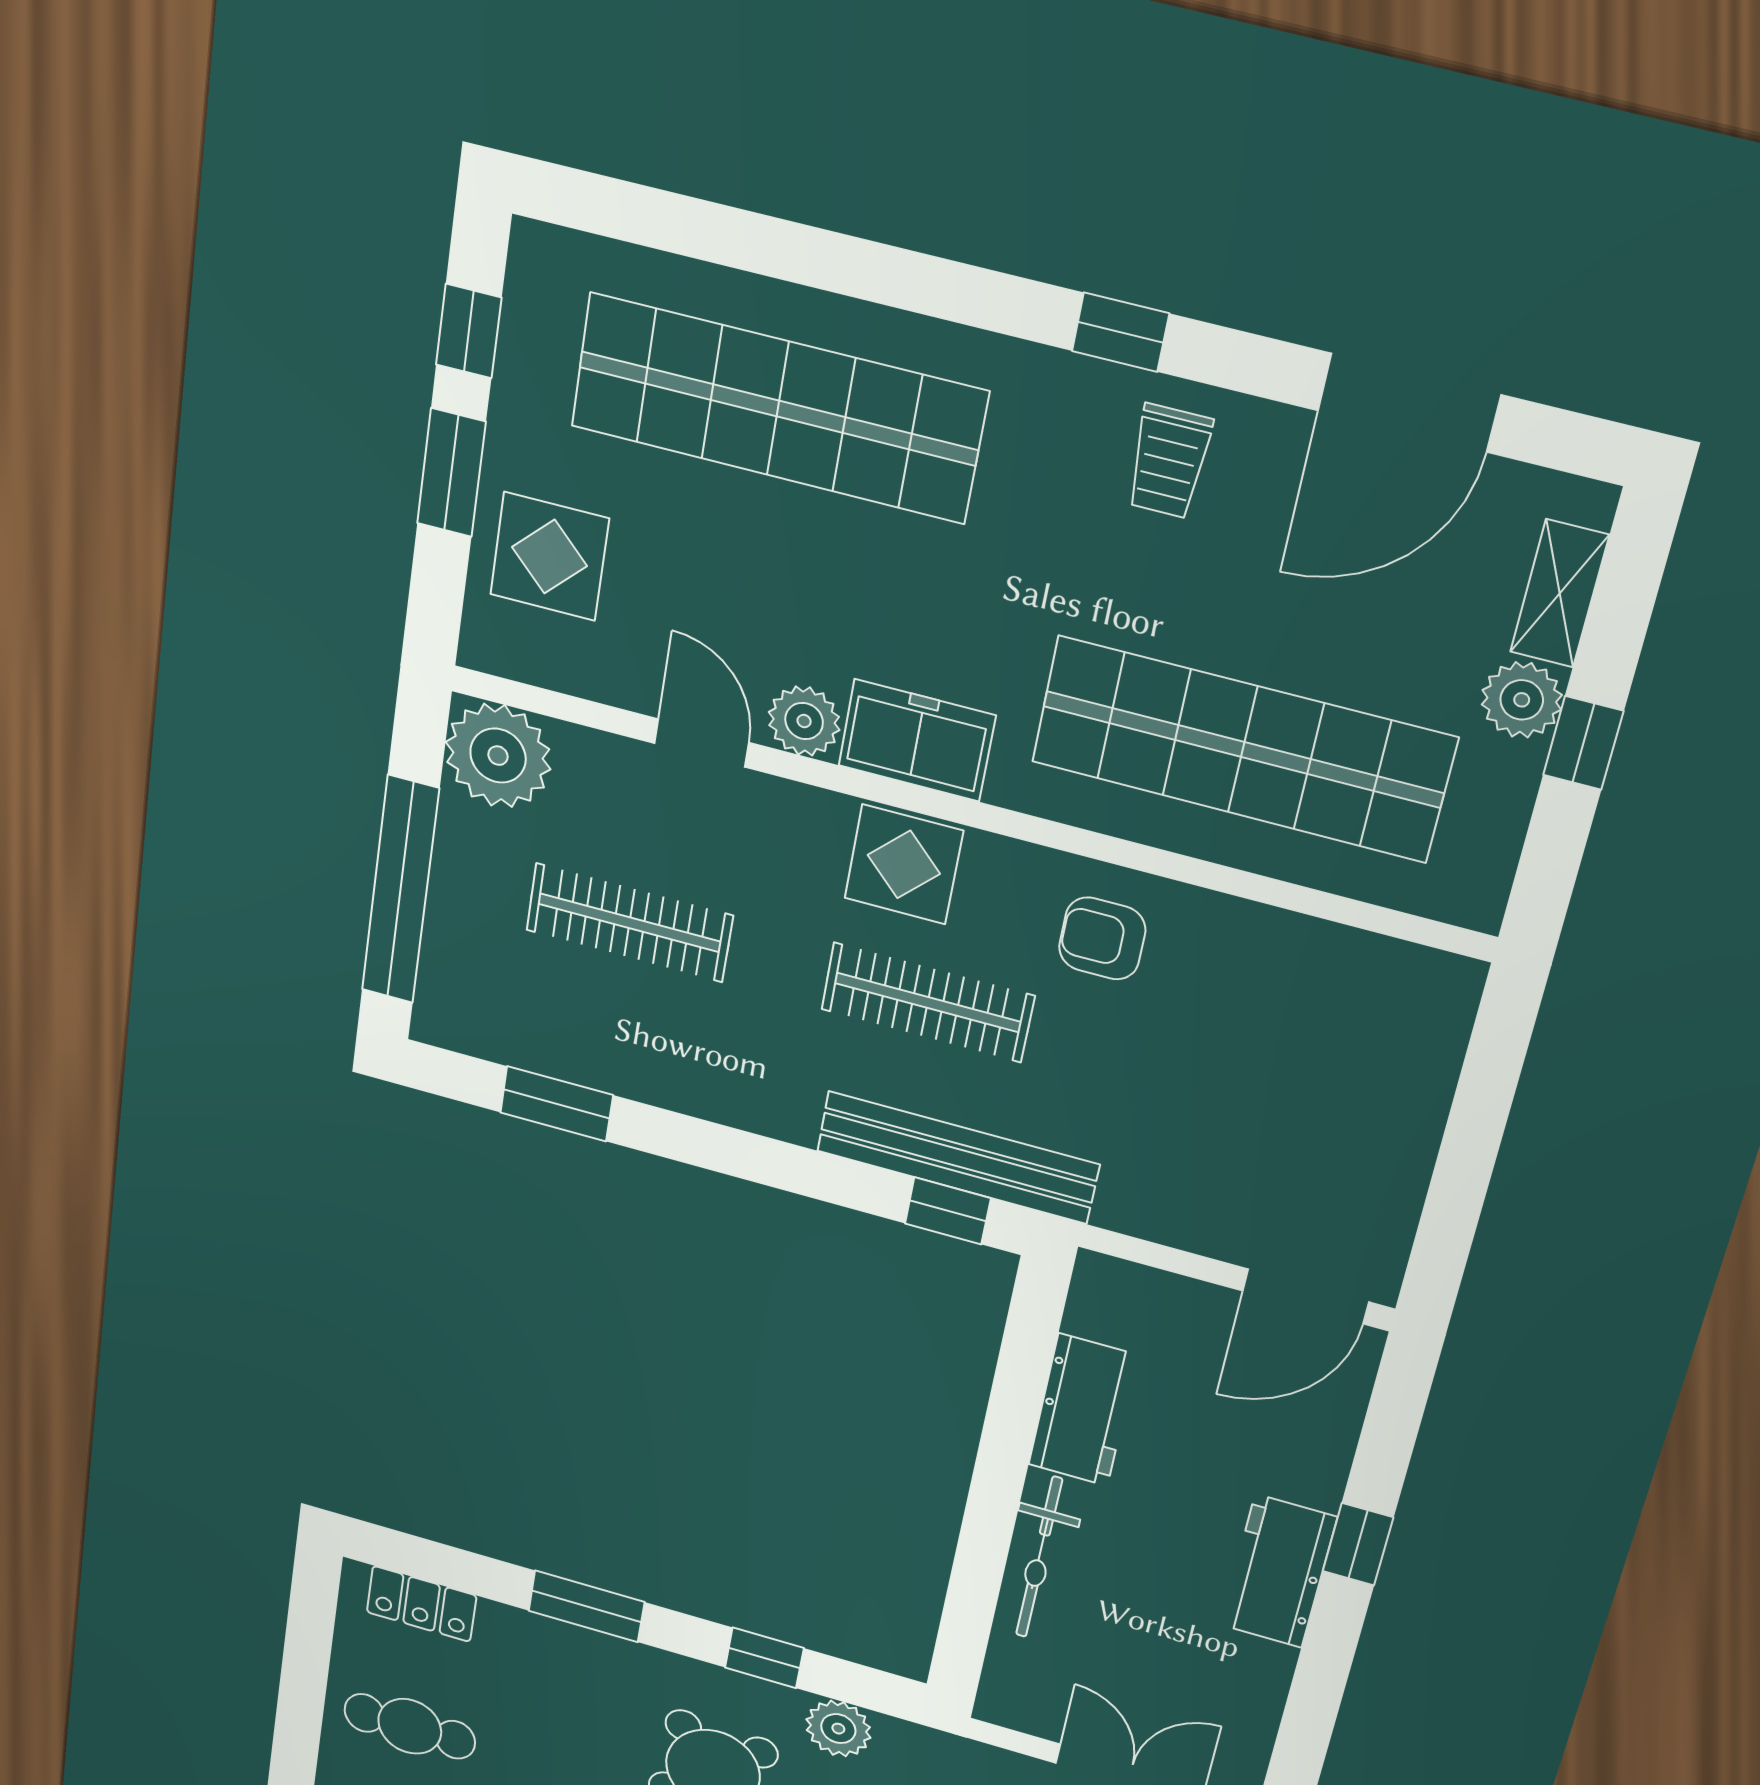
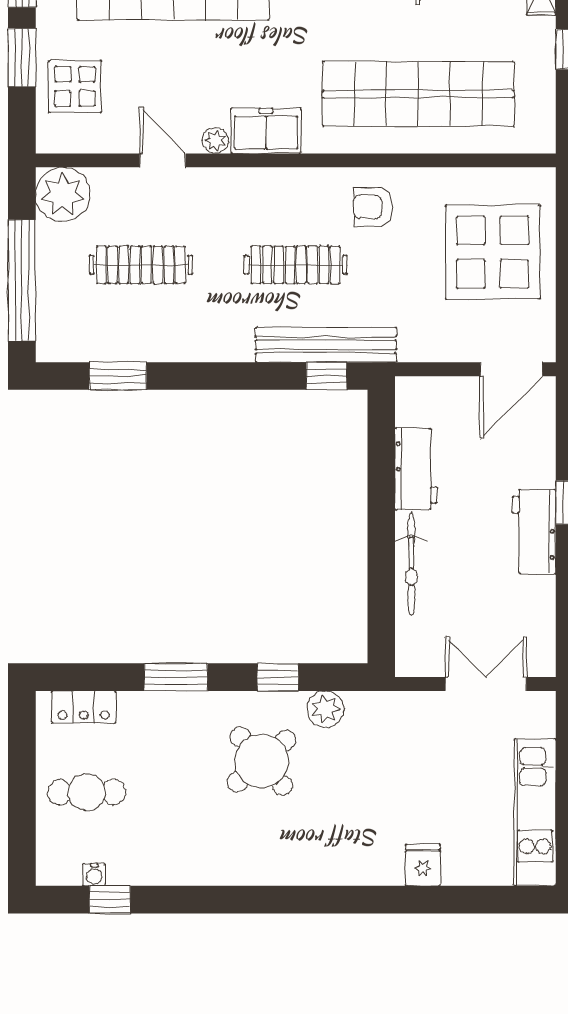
plant: (1522, 700) -> (537, 36), removed
plant: (804, 721) -> (215, 141), width x0.73, depth x0.73
display table: (904, 864) -> (493, 252), moved, width x1.86, depth x1.86

